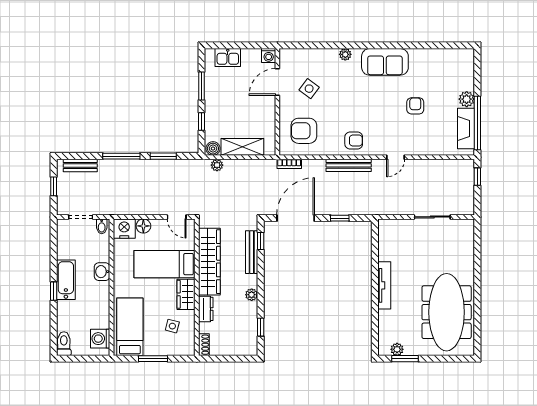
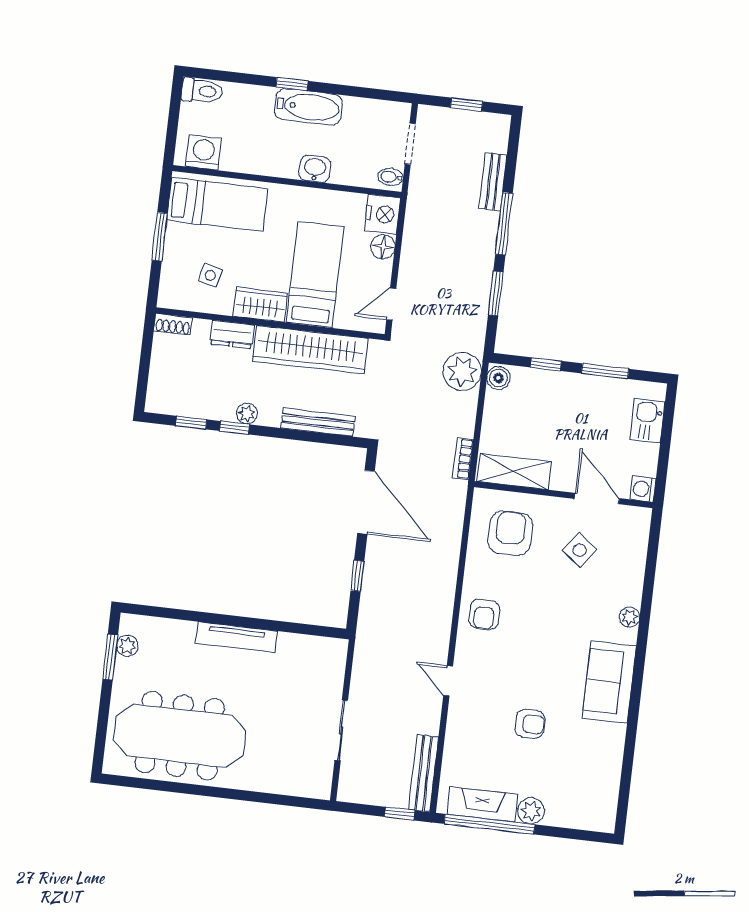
shelving: (242, 147) -> (514, 471), moved, turned 90
bookcase: (289, 164) -> (463, 459), moved
bench: (80, 165) -> (493, 182), moved
plant: (217, 165) -> (462, 372), width x1.87, depth x1.87
bench: (349, 165) -> (424, 773), moved
window: (261, 241) -> (235, 428), moved

